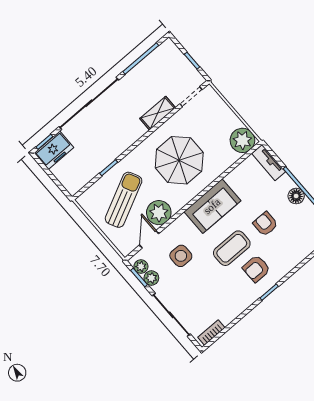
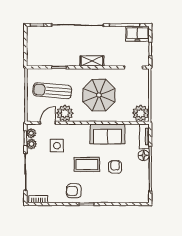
shelving: (158, 113) -> (92, 61), moved
freezer: (54, 150) -> (137, 34), moved
floor lamp: (296, 196) -> (144, 155), moved
sun lounger: (124, 200) -> (52, 91), turned -149
sofa: (212, 206) -> (107, 134), moved
armchair: (256, 269) -> (74, 191), moved

